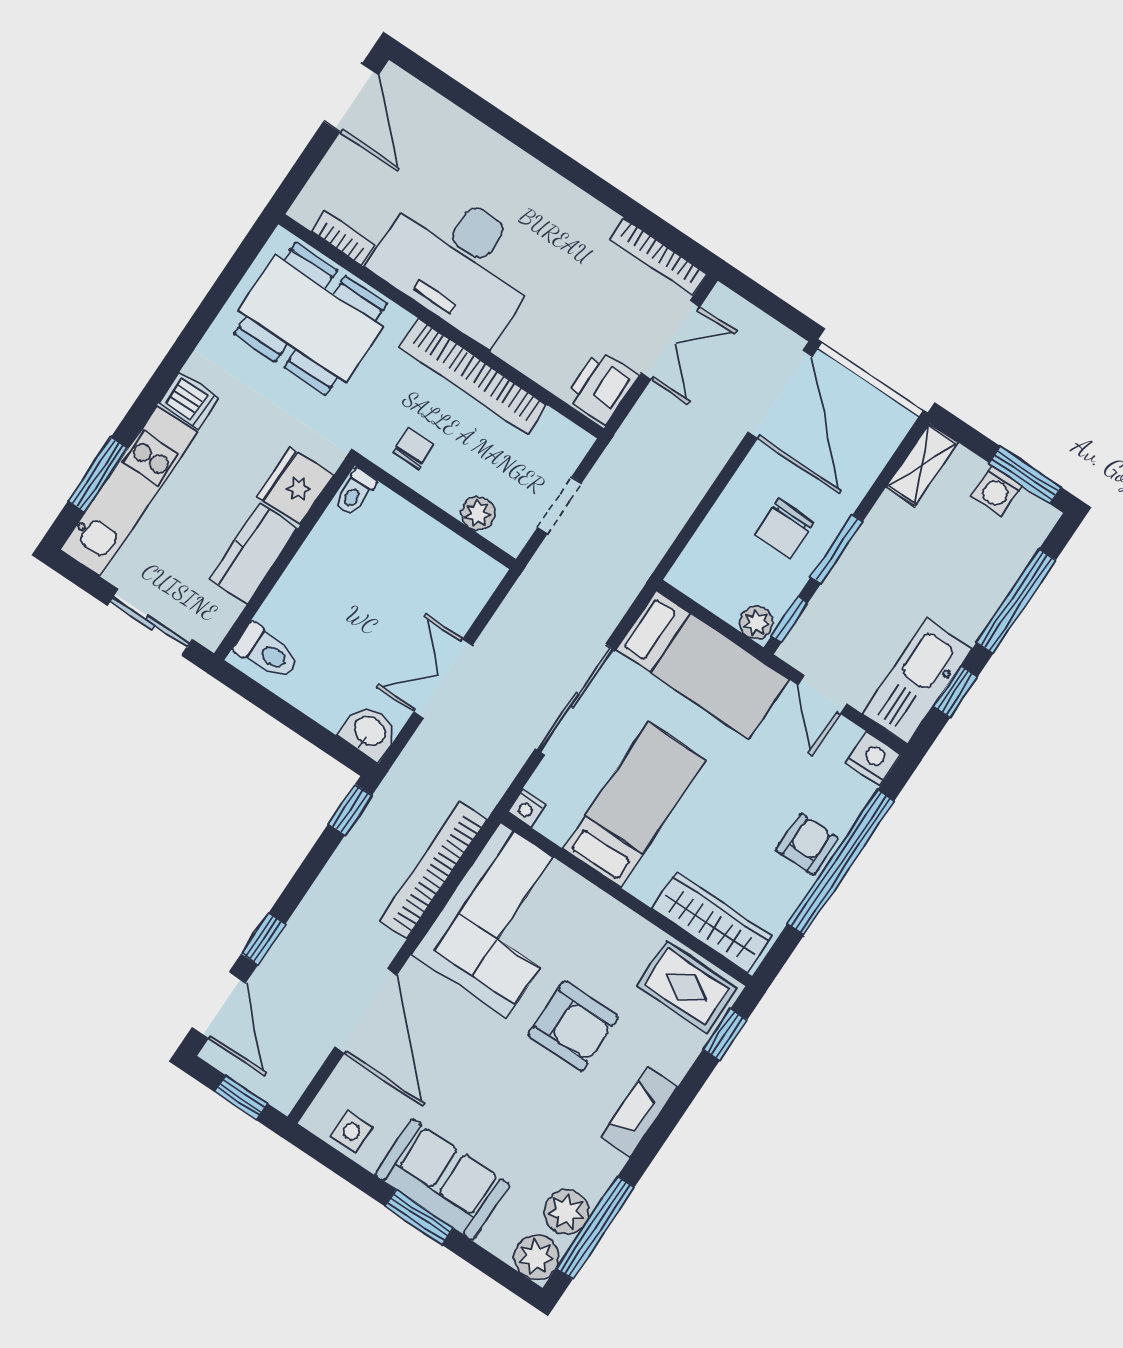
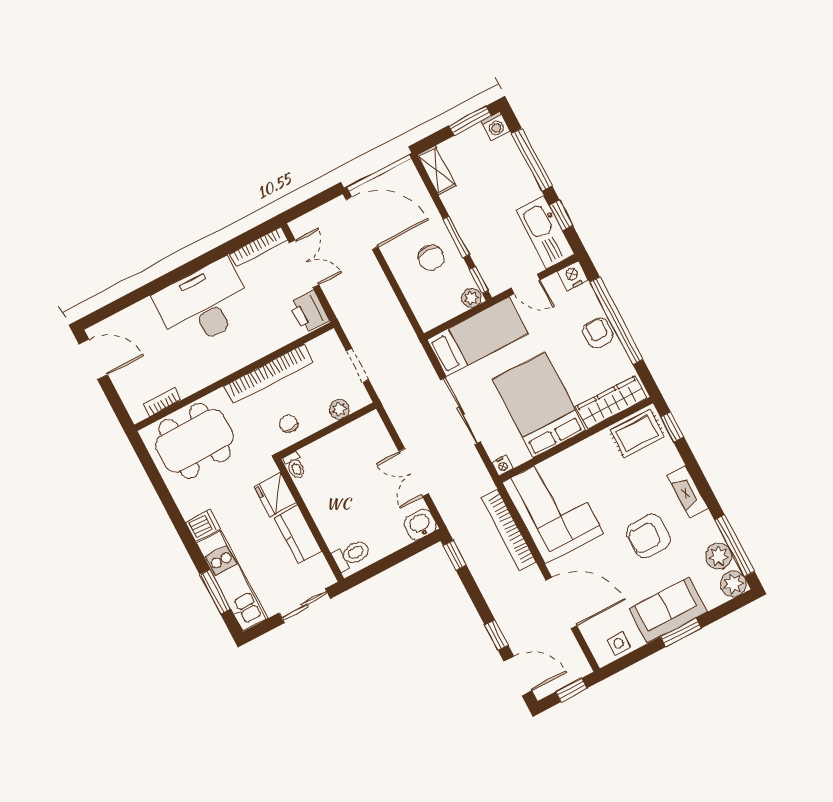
desk: (458, 262) -> (204, 304), moved, turned 180
washing machine: (997, 491) -> (495, 126), moved
bed: (634, 804) -> (539, 405), width x1.50
armchair: (573, 1026) -> (648, 536), moved, turned 180

